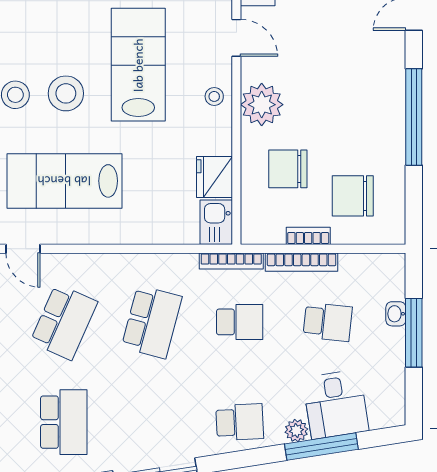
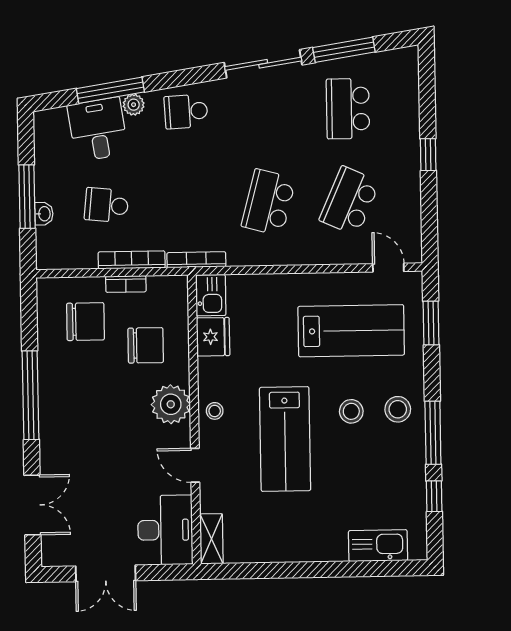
stool: (66, 93) -> (351, 411), width x0.73, depth x0.73
school desk: (240, 322) -> (188, 204), removed

